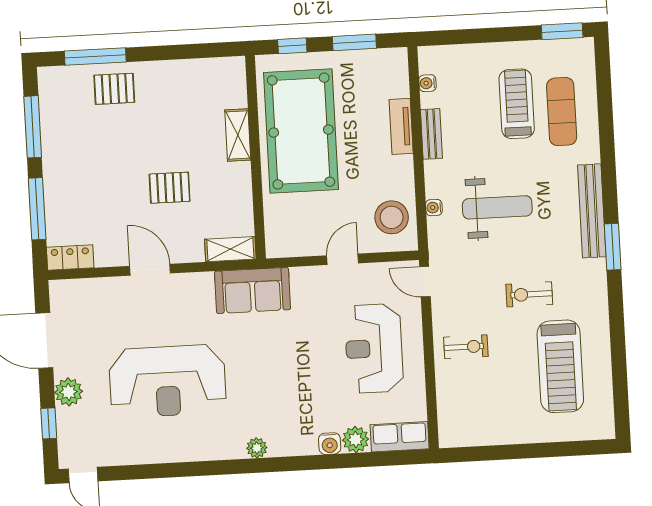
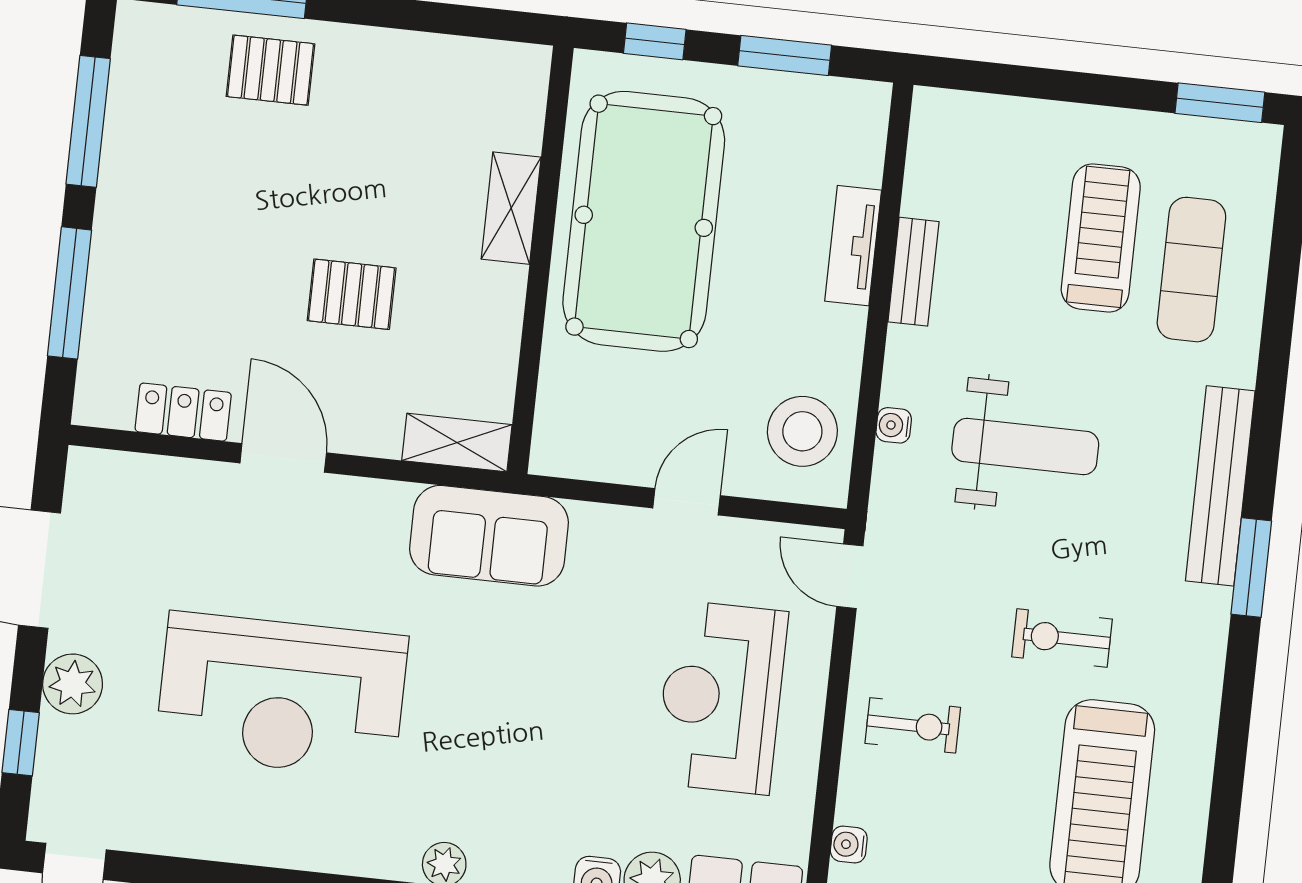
water cooler: (427, 83) -> (849, 845), moved
locker: (70, 257) -> (183, 412), moved

